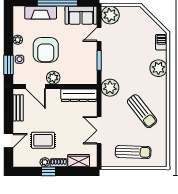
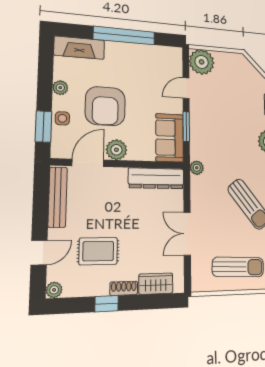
fireplace: (41, 13) -> (79, 48), moved
sofa: (81, 15) -> (170, 138), moved, turned 90
door: (36, 87) -> (88, 163), swing flipped
plant: (110, 88) -> (197, 168), width x0.53, depth x0.53
bench: (18, 108) -> (58, 197), width x1.36
plant: (45, 162) -> (54, 290), moved

